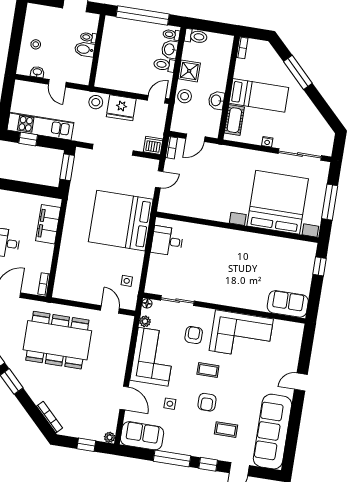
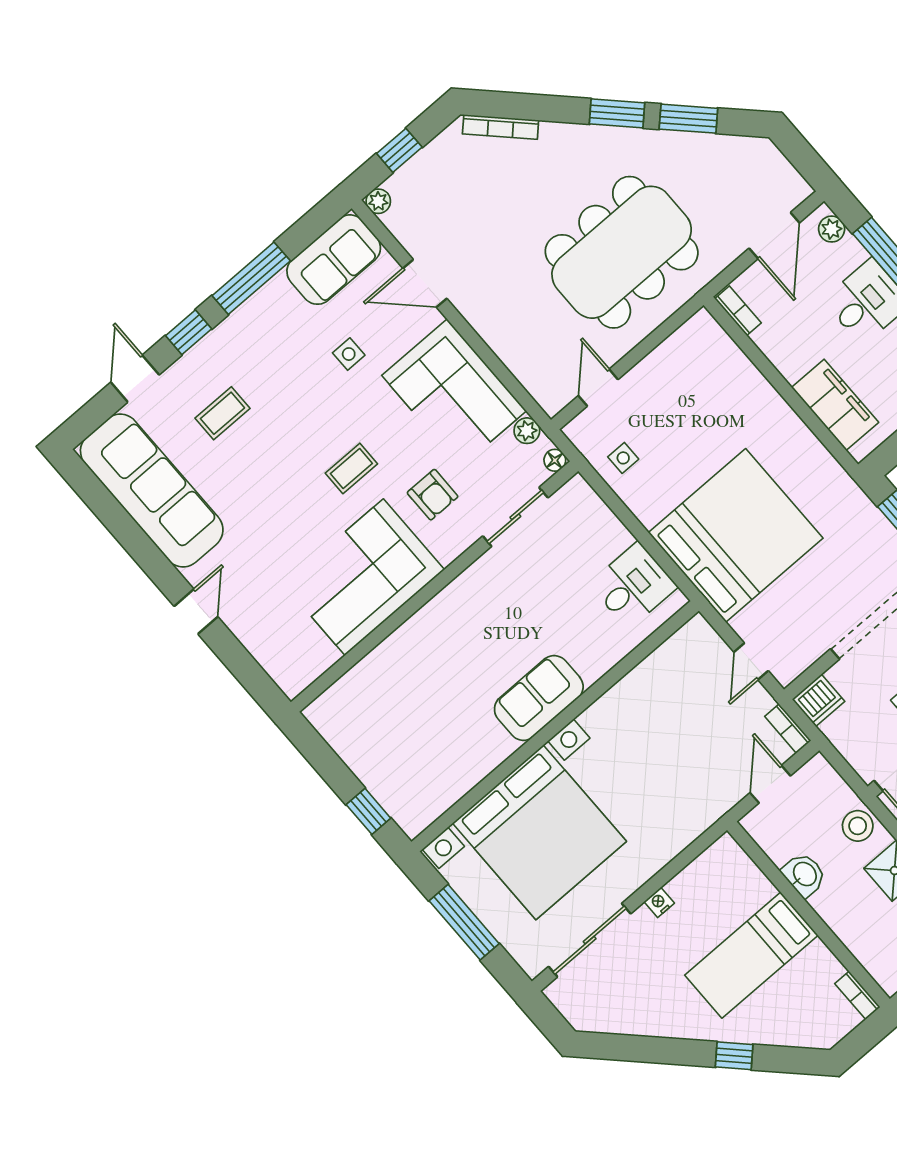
window: (298, 72) -> (734, 1056), width x0.46
cot: (234, 120) -> (744, 877), removed
sofa: (288, 304) -> (539, 698), moved, turned 180
door: (110, 309) -> (598, 388), swing flipped
armchair: (207, 402) -> (297, 420), removed

